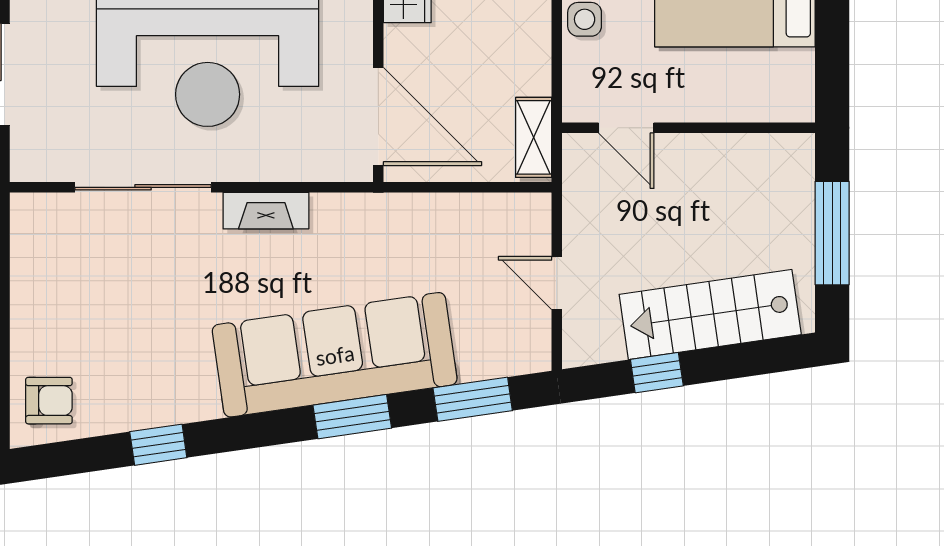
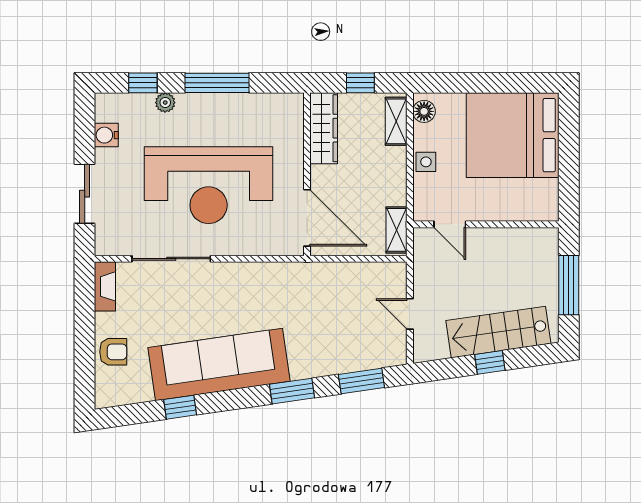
fireplace: (266, 211) -> (105, 286), moved, turned -90
sofa: (335, 355) -> (219, 364), moved
window: (657, 373) -> (490, 362), moved
armchair: (49, 401) -> (113, 352), moved

